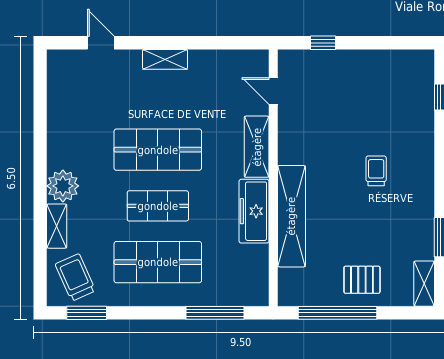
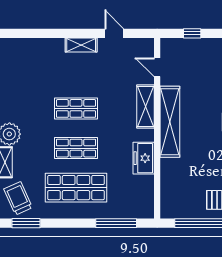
door: (101, 43) -> (114, 33), moved
shop shelf: (158, 150) -> (76, 108), width x0.70, depth x0.74
freezer: (254, 211) -> (144, 158), width x0.71
shelving: (291, 216) -> (170, 122), moved

